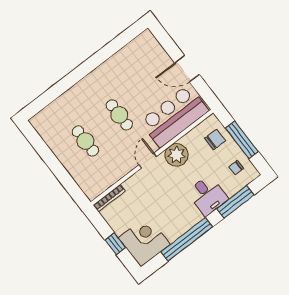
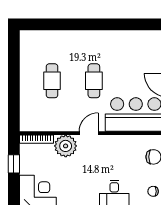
plant: (177, 155) -> (66, 146), moved
window: (115, 244) -> (14, 164), moved

